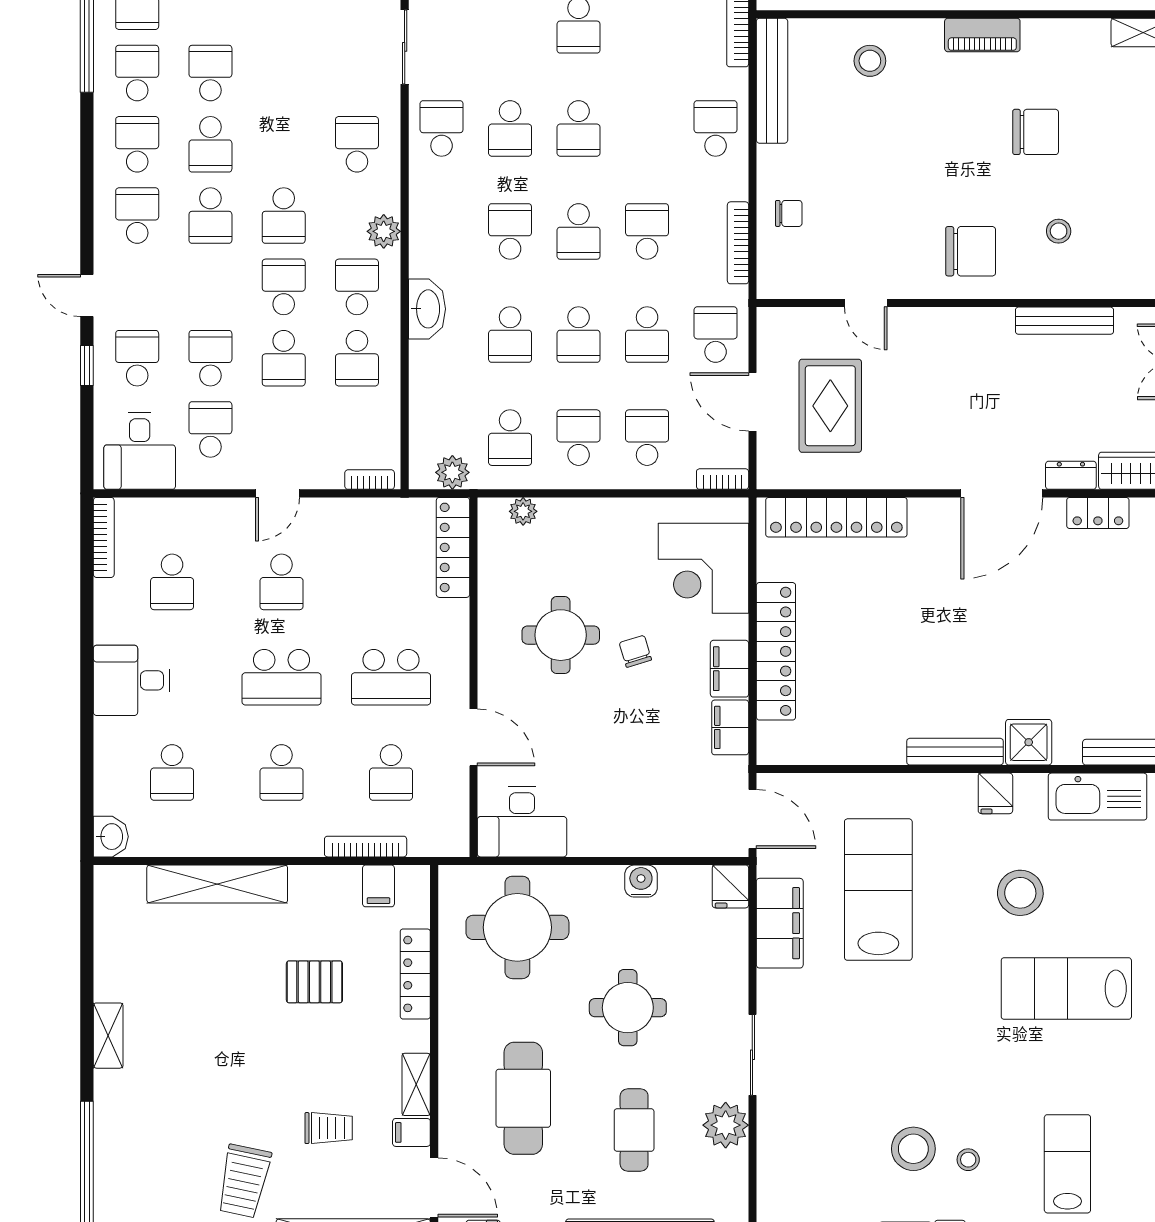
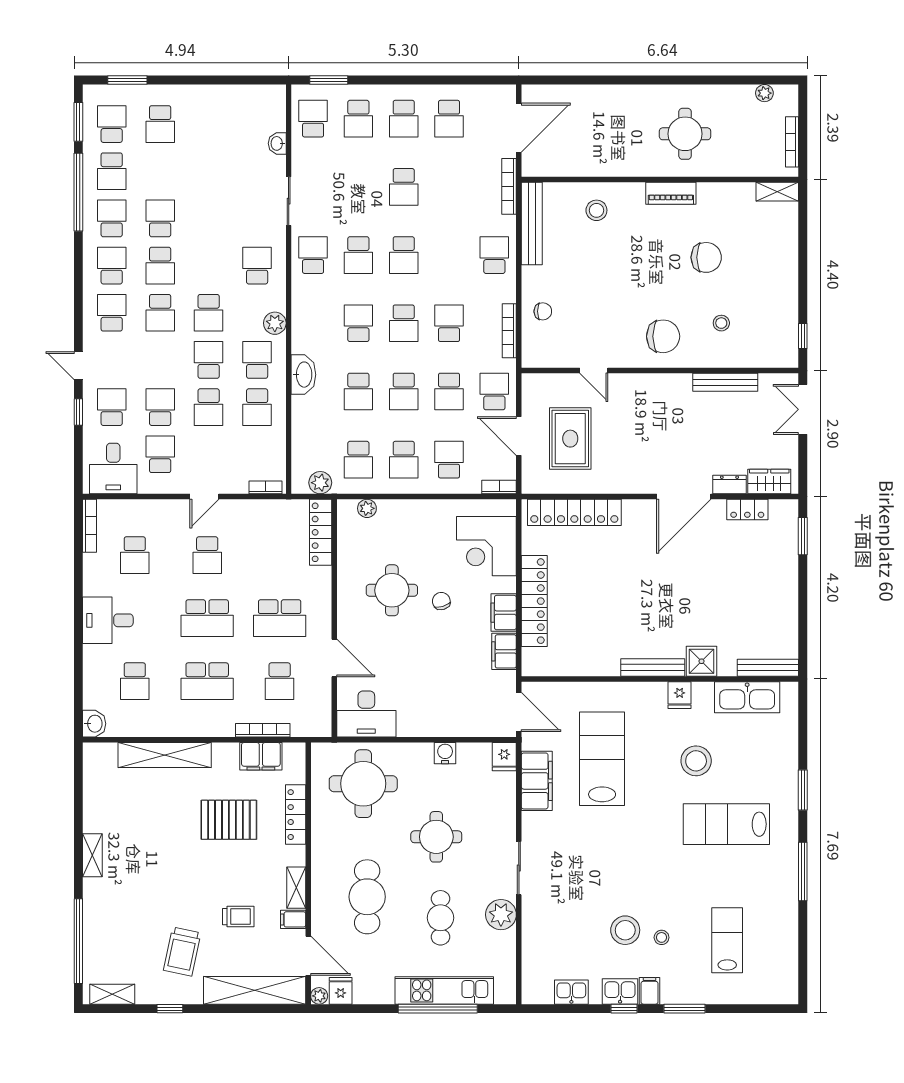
school desk: (579, 438) -> (404, 460), turned 180
school desk: (282, 772) -> (207, 681), width x1.85
filing cabinet: (378, 886) -> (261, 756), width x2.00
pallet: (314, 982) -> (229, 820), width x1.50, depth x1.42

